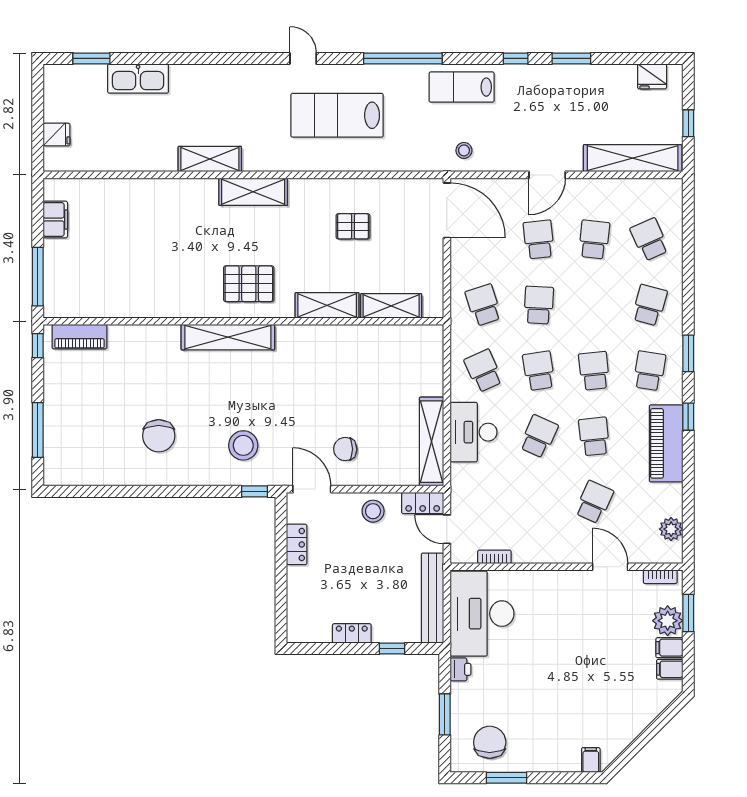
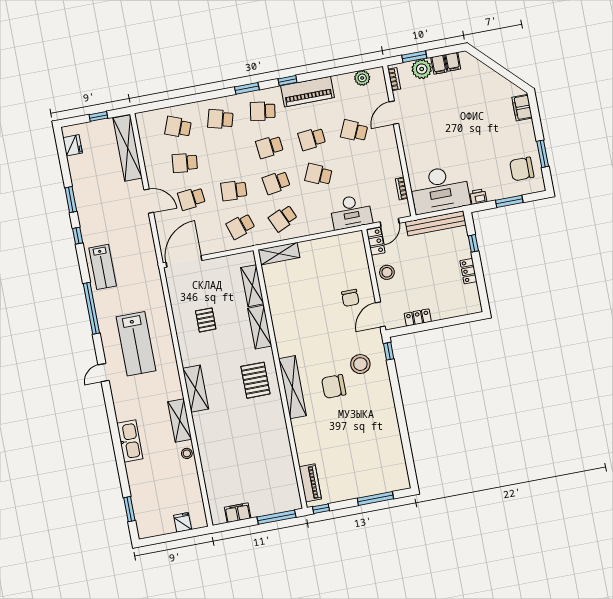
kitchen sink: (138, 78) -> (130, 441), moved
stool: (464, 150) -> (187, 453), moved
school desk: (649, 239) -> (178, 127), turned 45
desk: (474, 432) -> (351, 212), moved
chair: (159, 436) -> (334, 386), moved, turned 180
shelving: (432, 442) -> (279, 254), moved, width x0.68
filing cabinet: (591, 760) -> (522, 108), width x2.00

